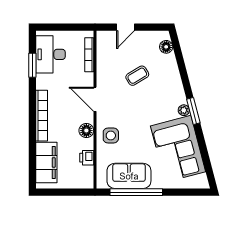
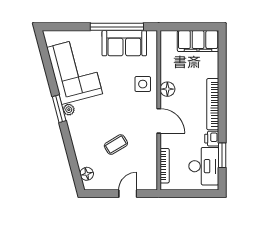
printer: (87, 158) -> (212, 139), moved, turned 180
filing cabinet: (46, 162) -> (198, 41), moved, turned -90

